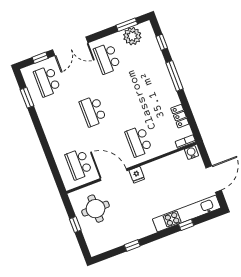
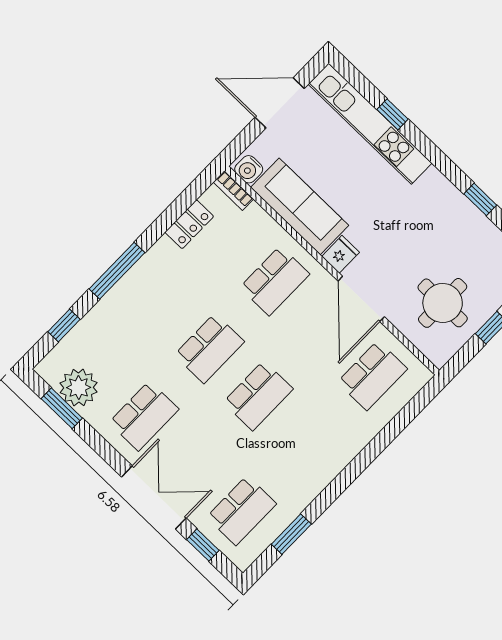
school desk: (123, 100) -> (209, 348), added
sofa: (165, 167) -> (300, 206), added

